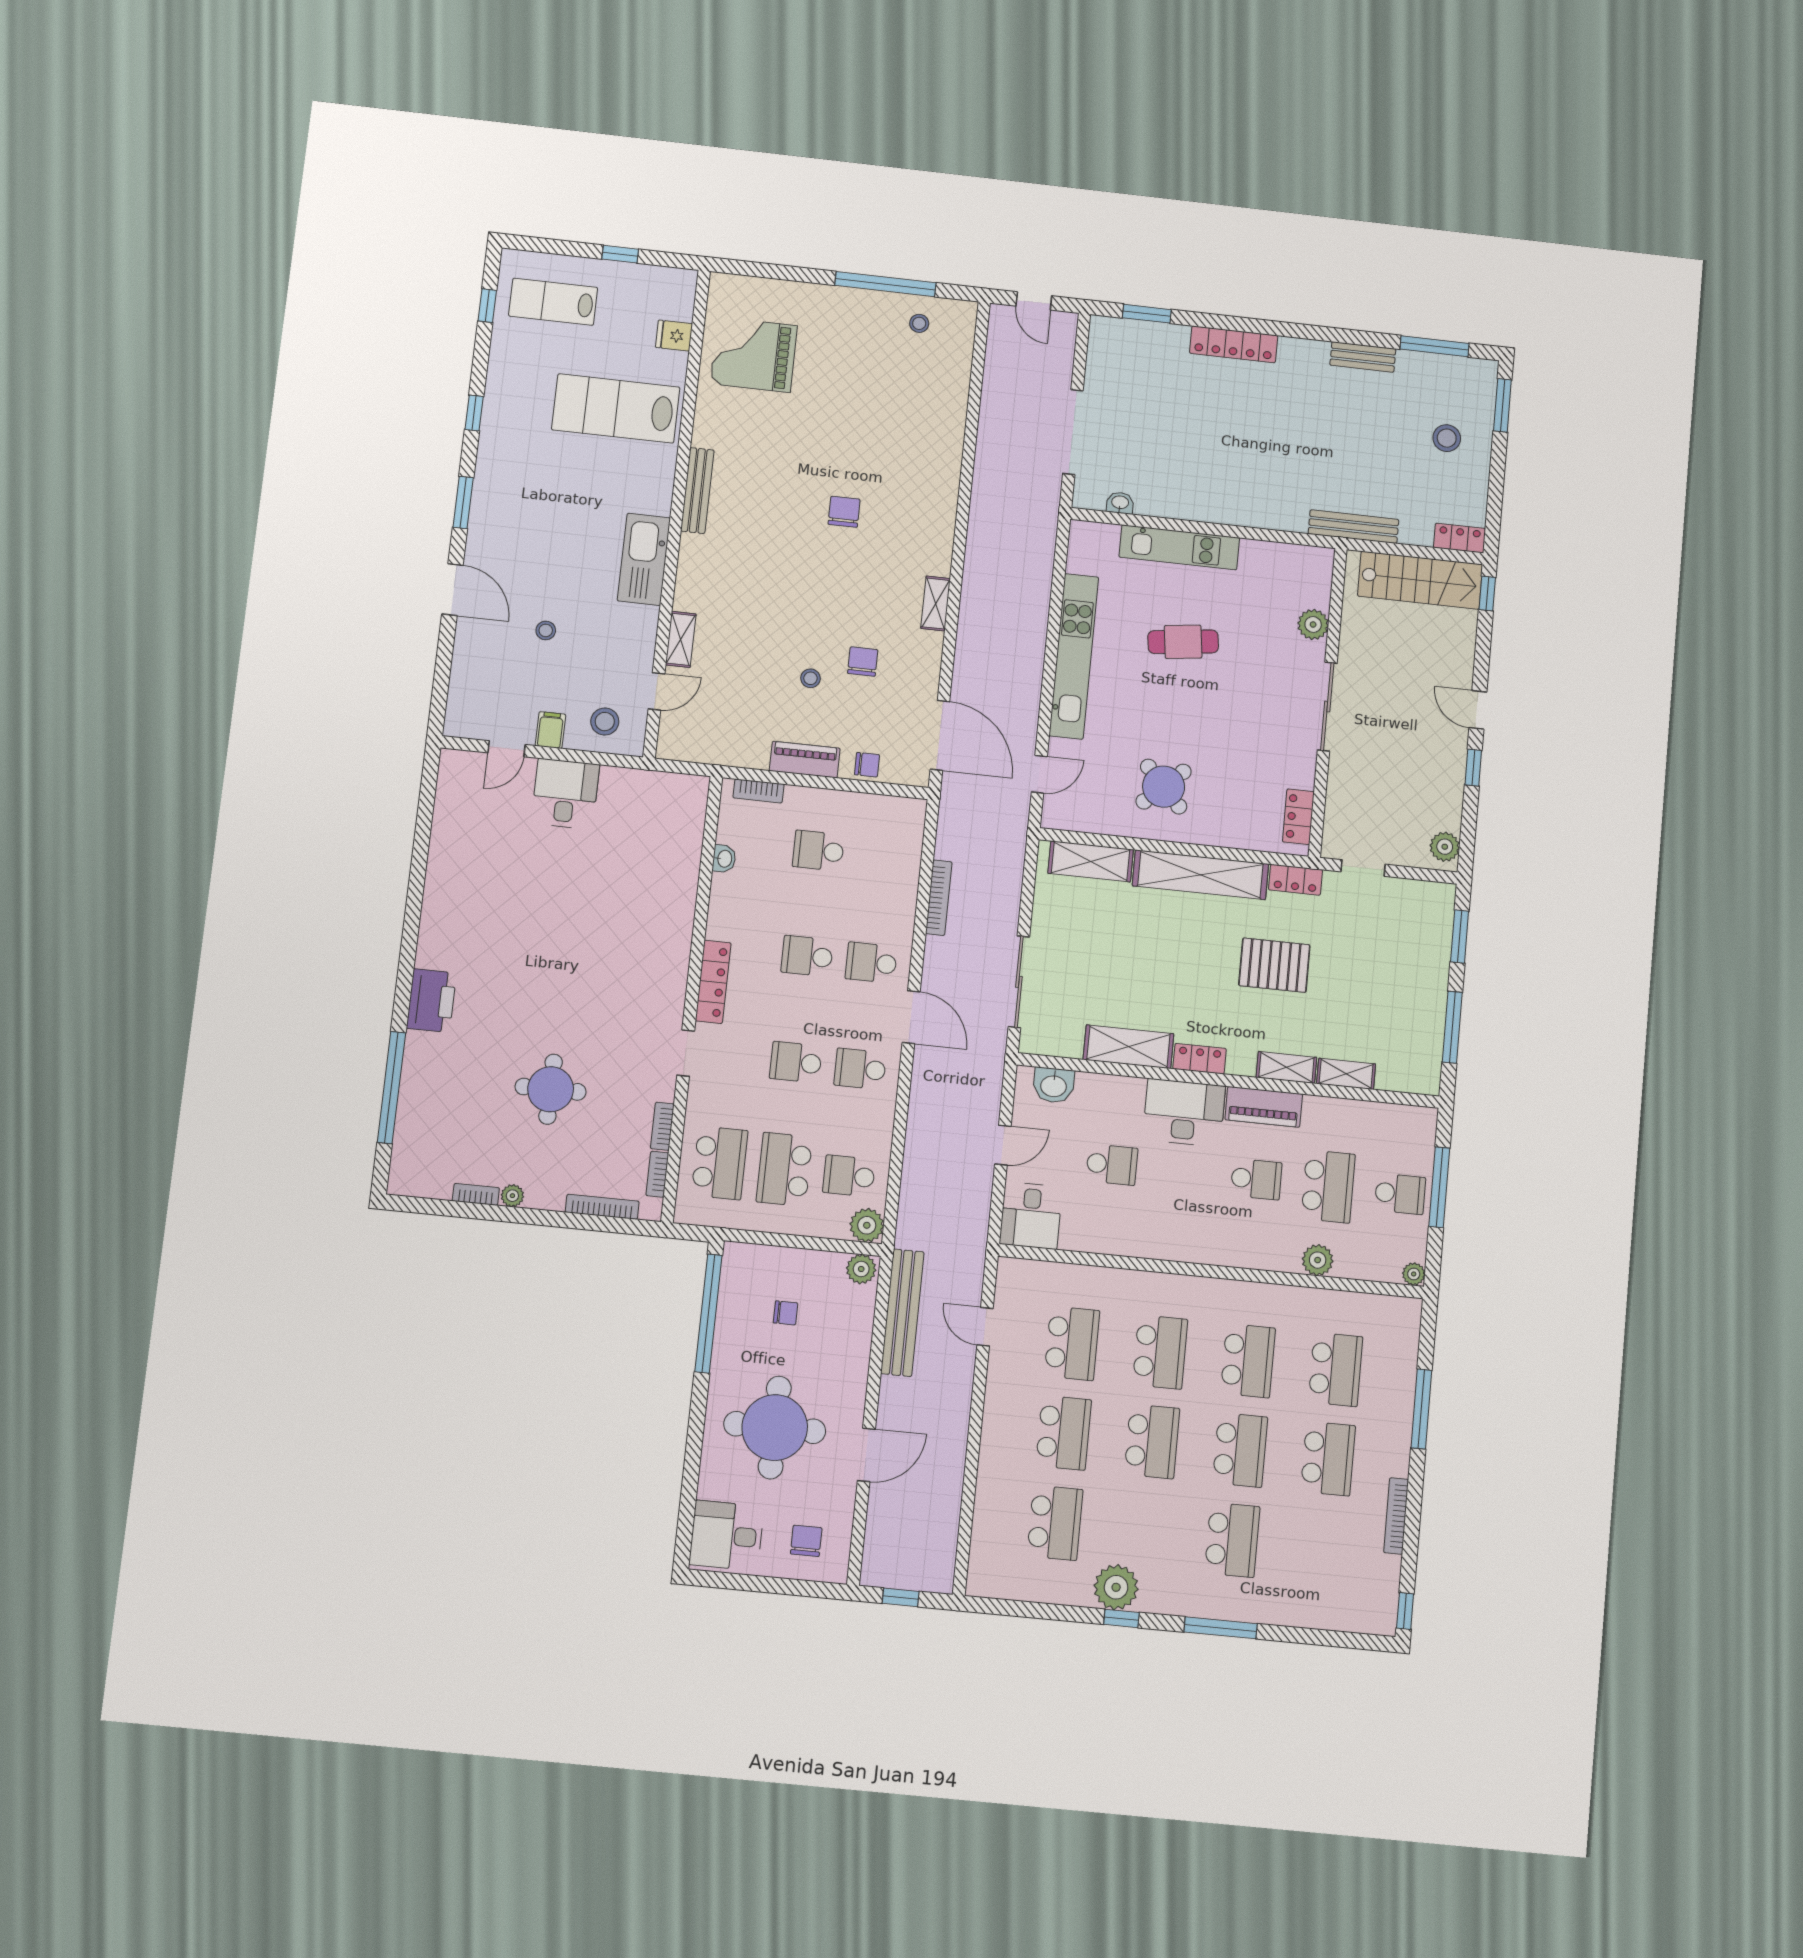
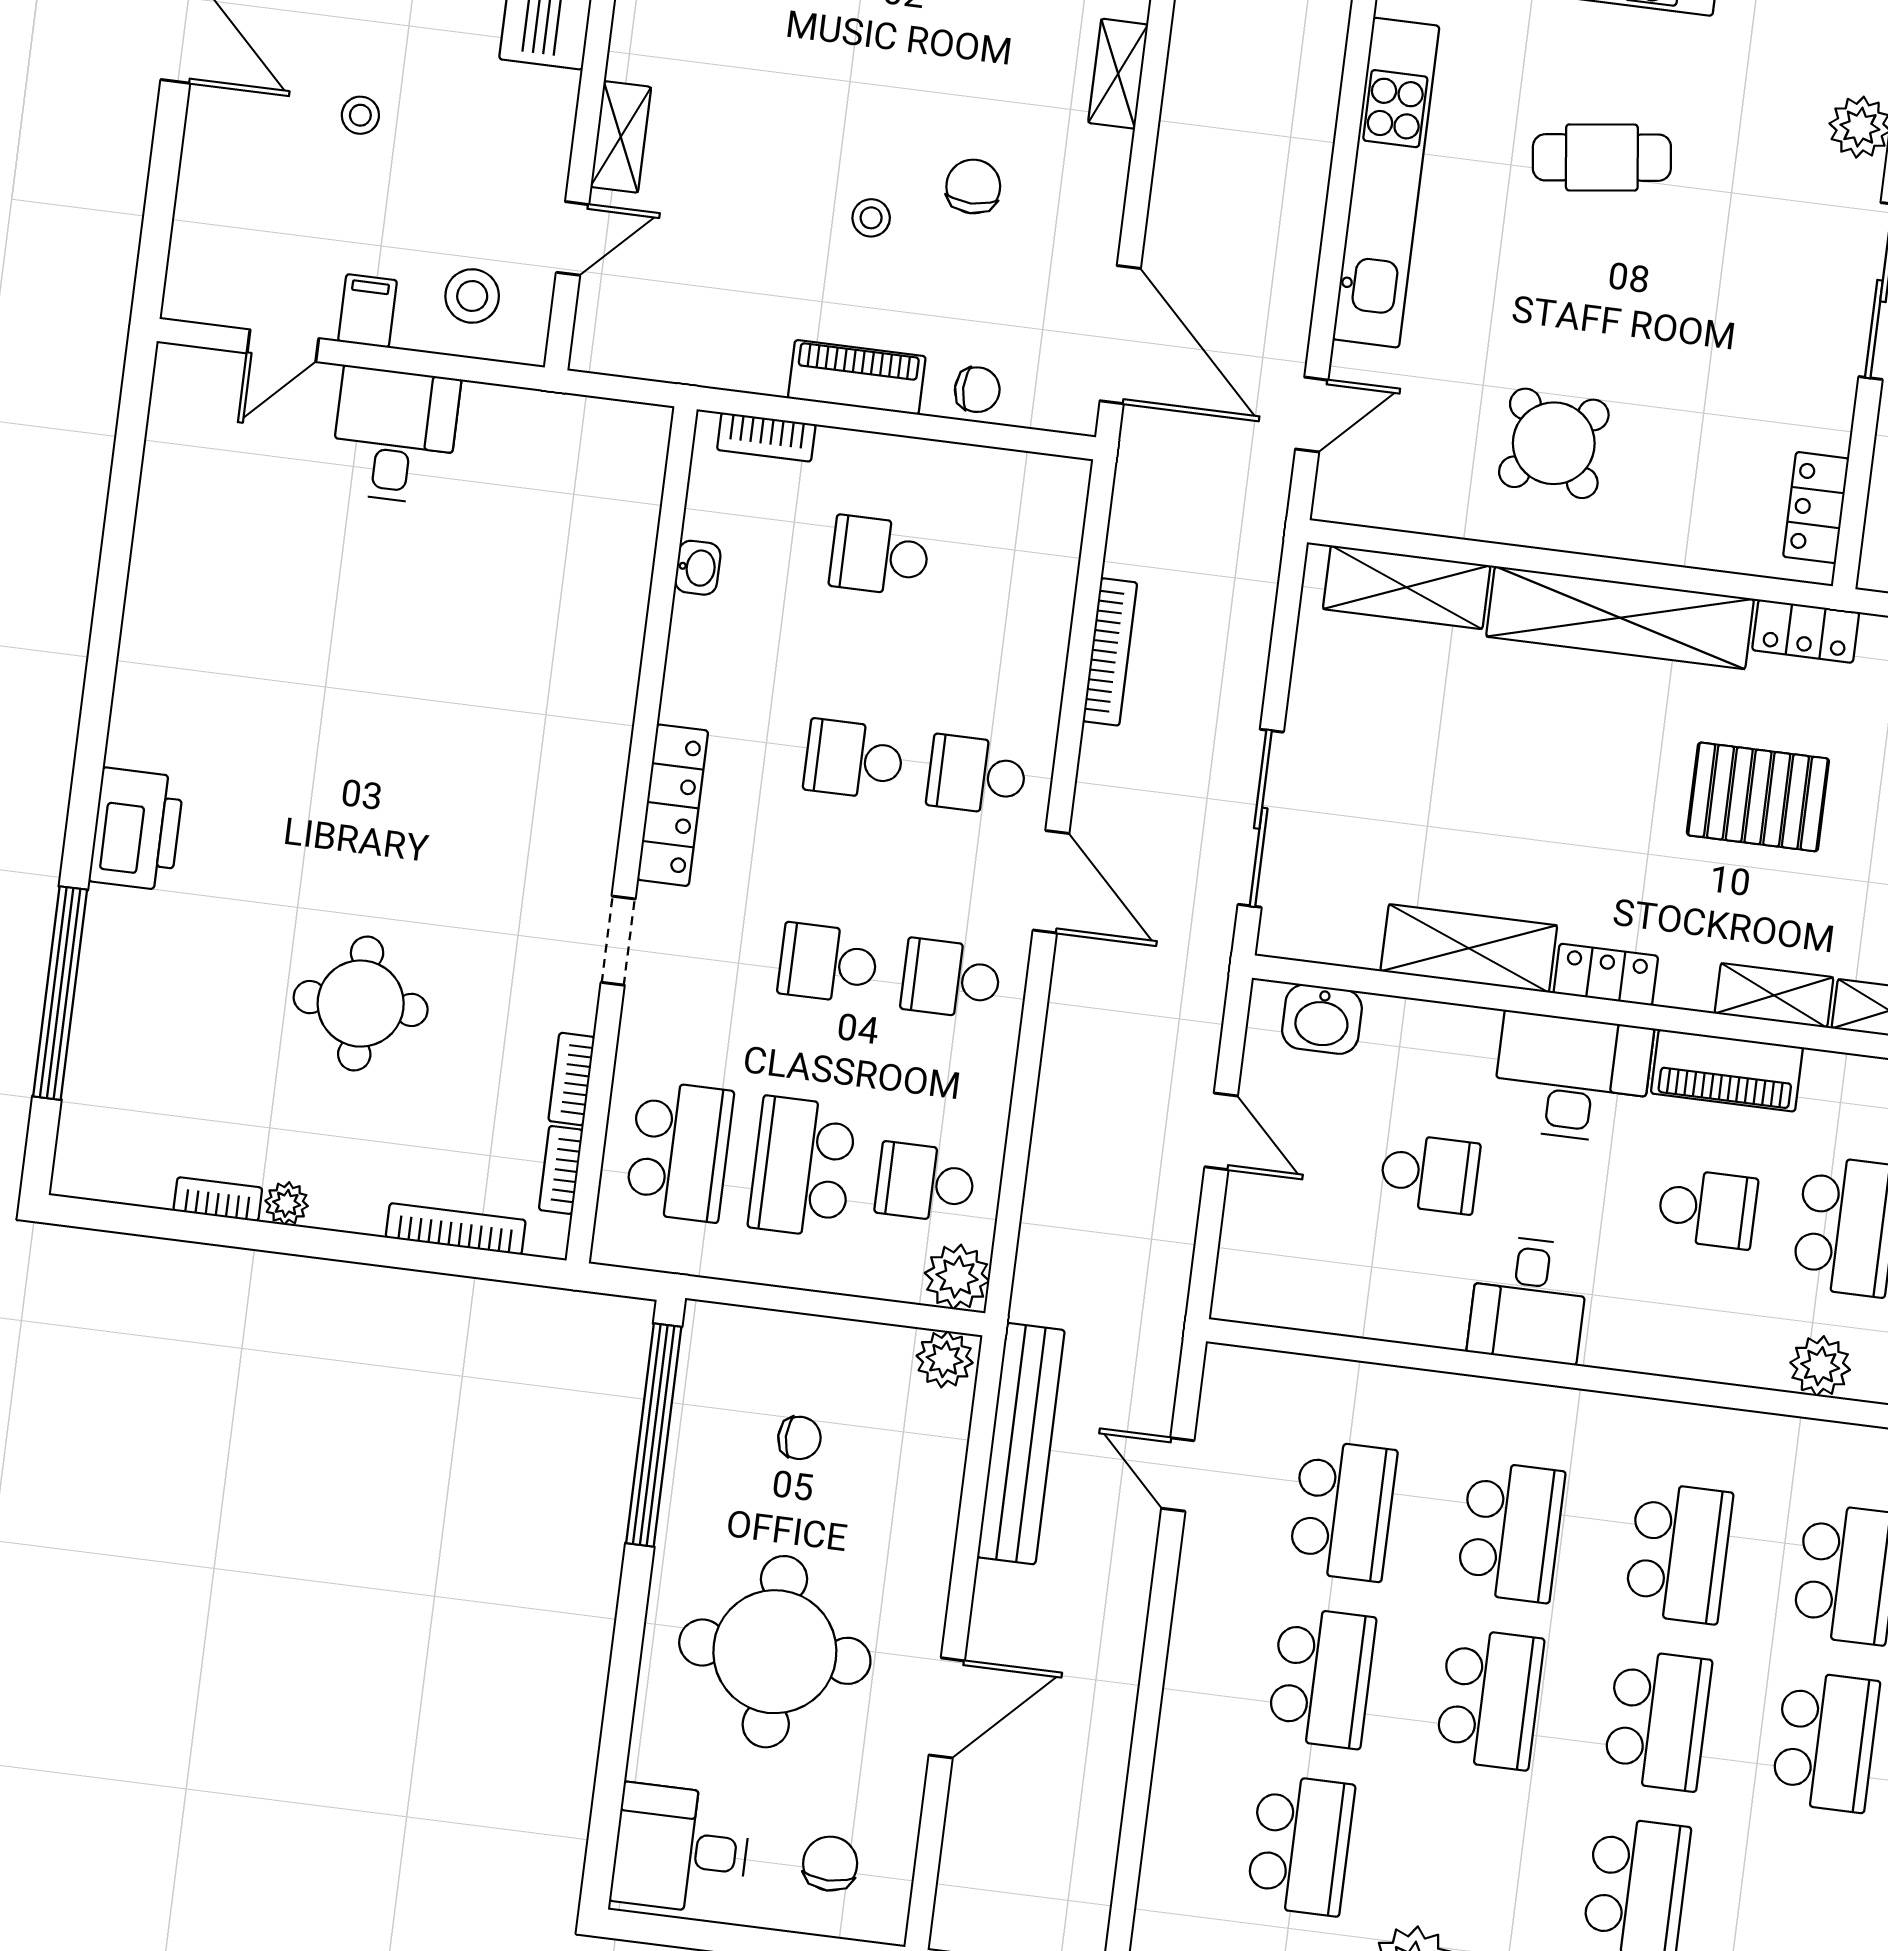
door: (1003, 1145) -> (1221, 1131), hinge flipped
desk: (1031, 1216) -> (1529, 1299), moved

